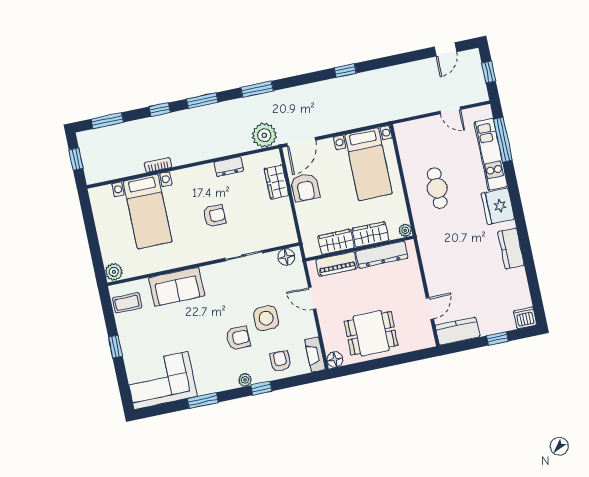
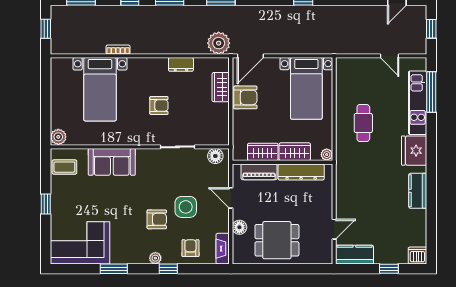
armchair: (305, 187) -> (245, 97), turned -90
floor lamp: (335, 360) -> (239, 227), moved

